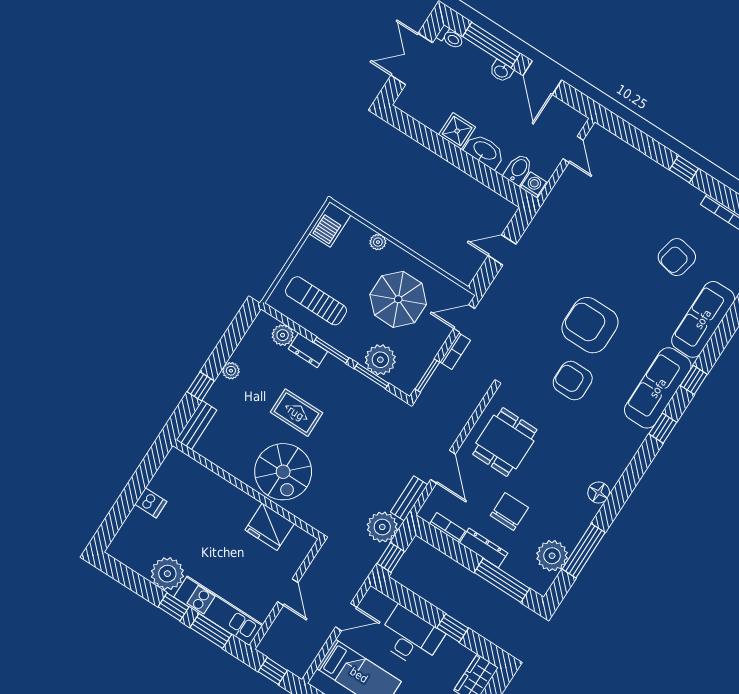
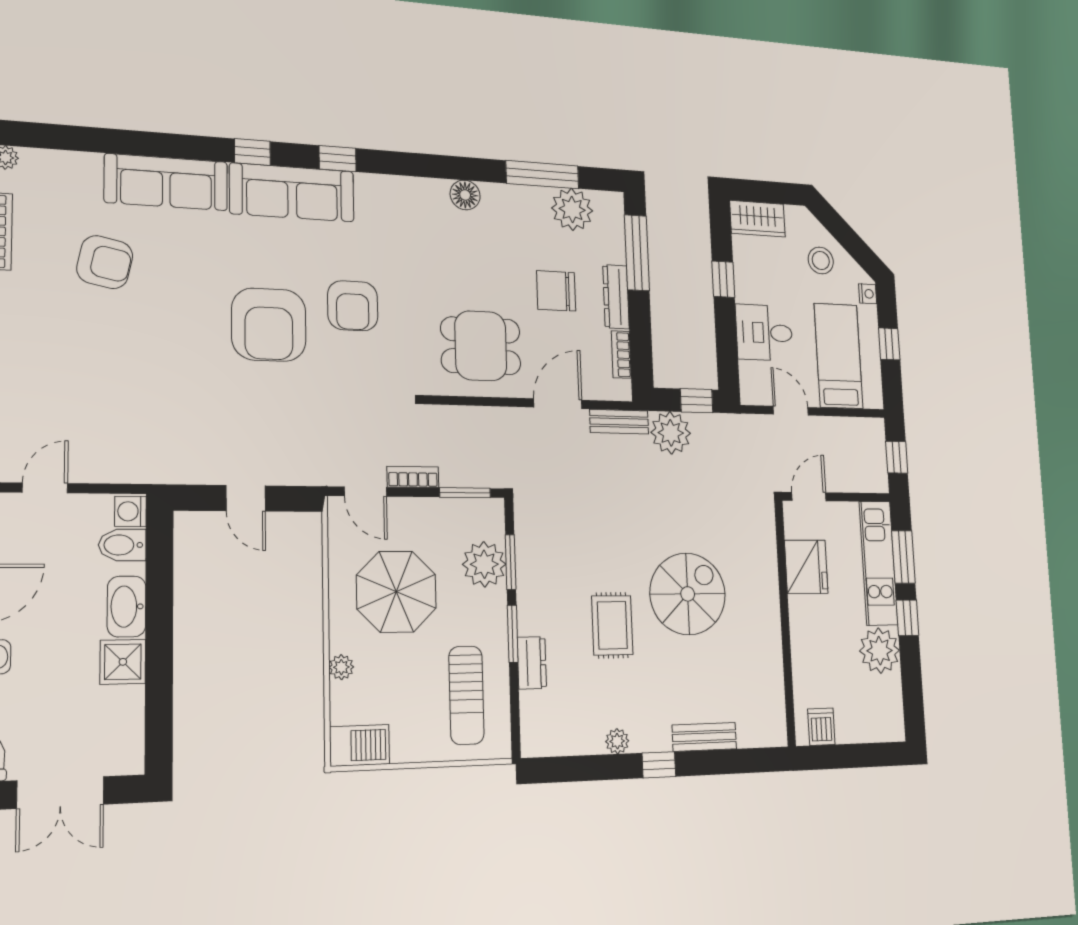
plant: (283, 335) -> (535, 708), removed
wall: (247, 489) -> (785, 622), moved
fridge: (270, 527) -> (806, 567), moved
desk: (410, 637) -> (764, 333), width x0.73

